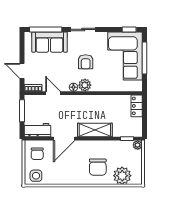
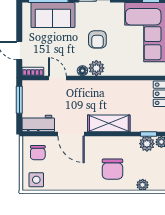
door: (64, 139) -> (71, 134), hinge flipped
plant: (126, 146) -> (147, 144), added
plant: (122, 176) -> (143, 185), width x0.53, depth x0.53

